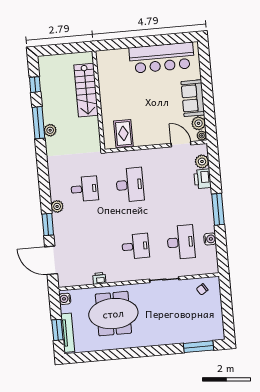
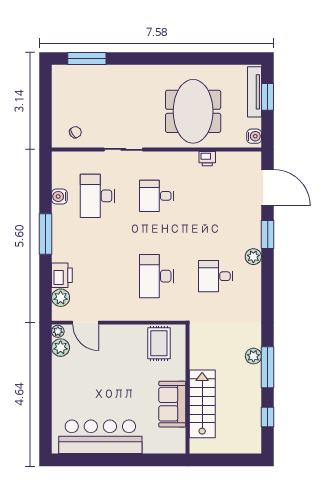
sofa: (193, 98) -> (172, 404), moved, turned 180
meeting table: (113, 314) -> (193, 111), turned 90

